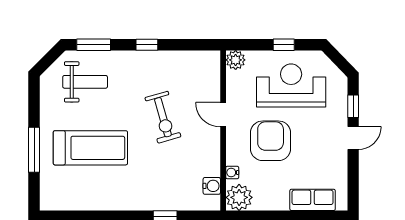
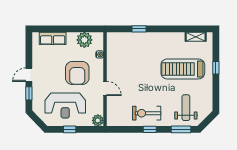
weight bench: (85, 82) -> (186, 108), turned 90
exercise bike: (163, 117) -> (147, 113), moved, turned -74
window: (34, 150) -> (216, 68), width x0.46
water cooler: (212, 186) -> (112, 47), removed
plant: (239, 197) -> (84, 40), moved
shelving: (69, 203) -> (196, 37), added

